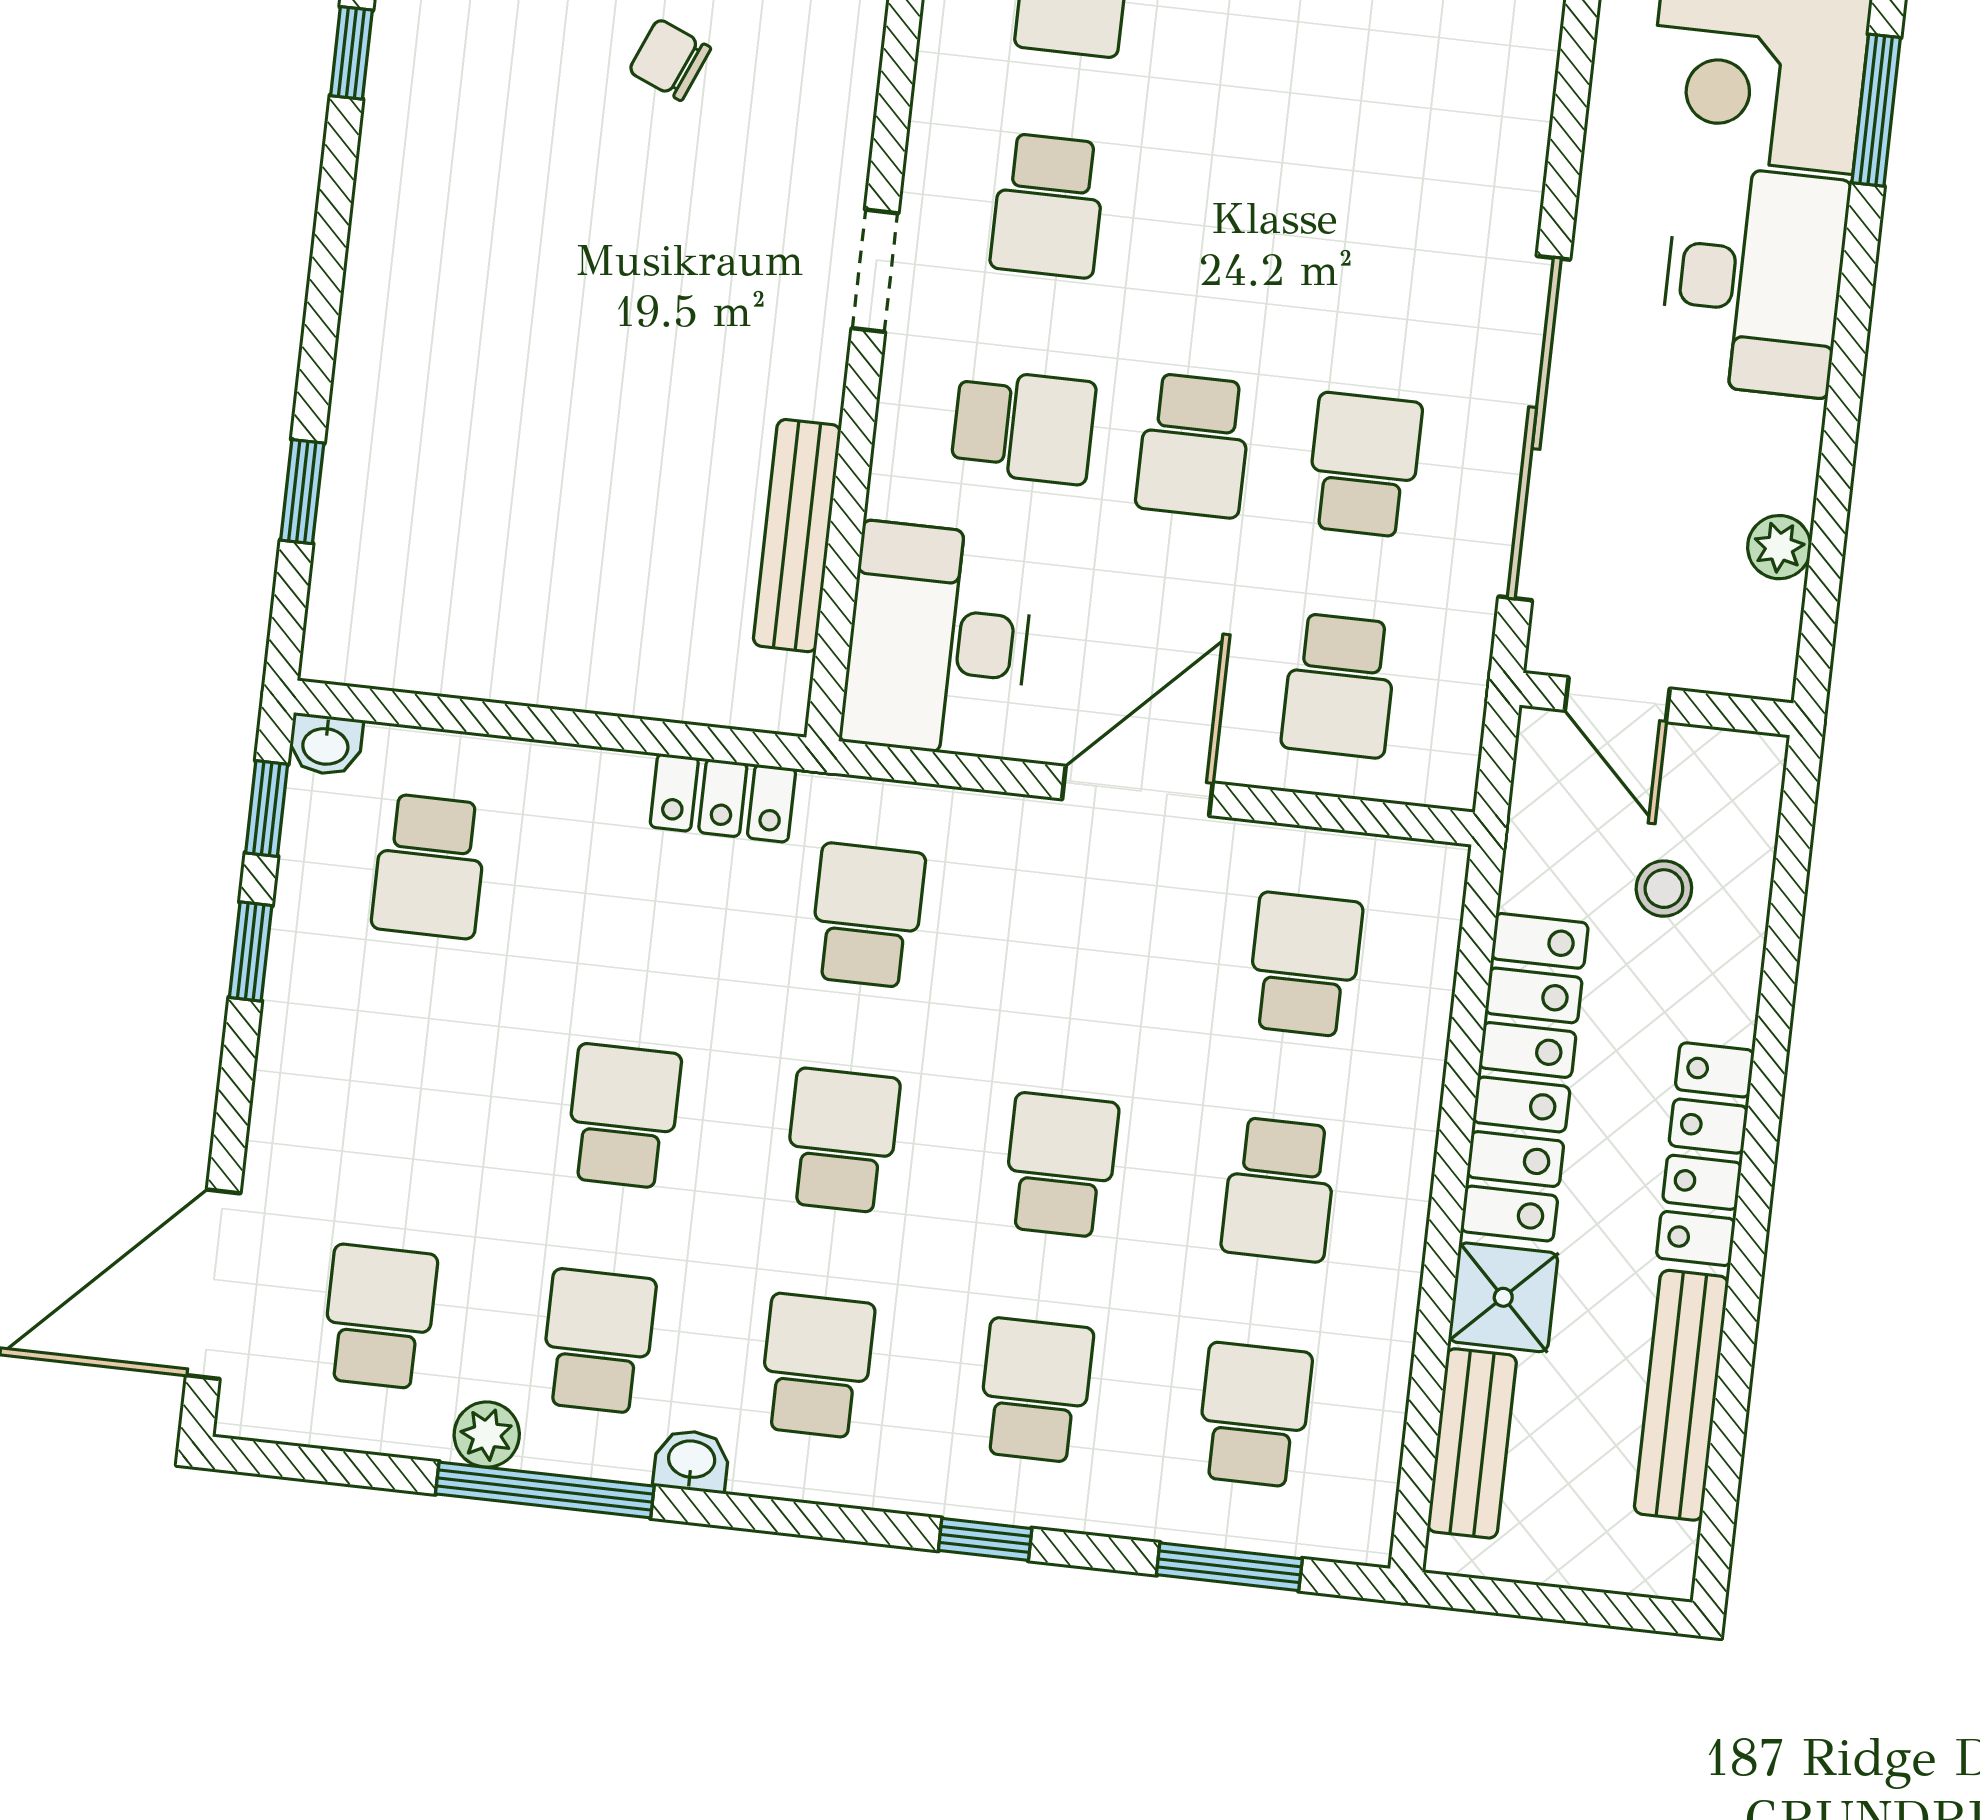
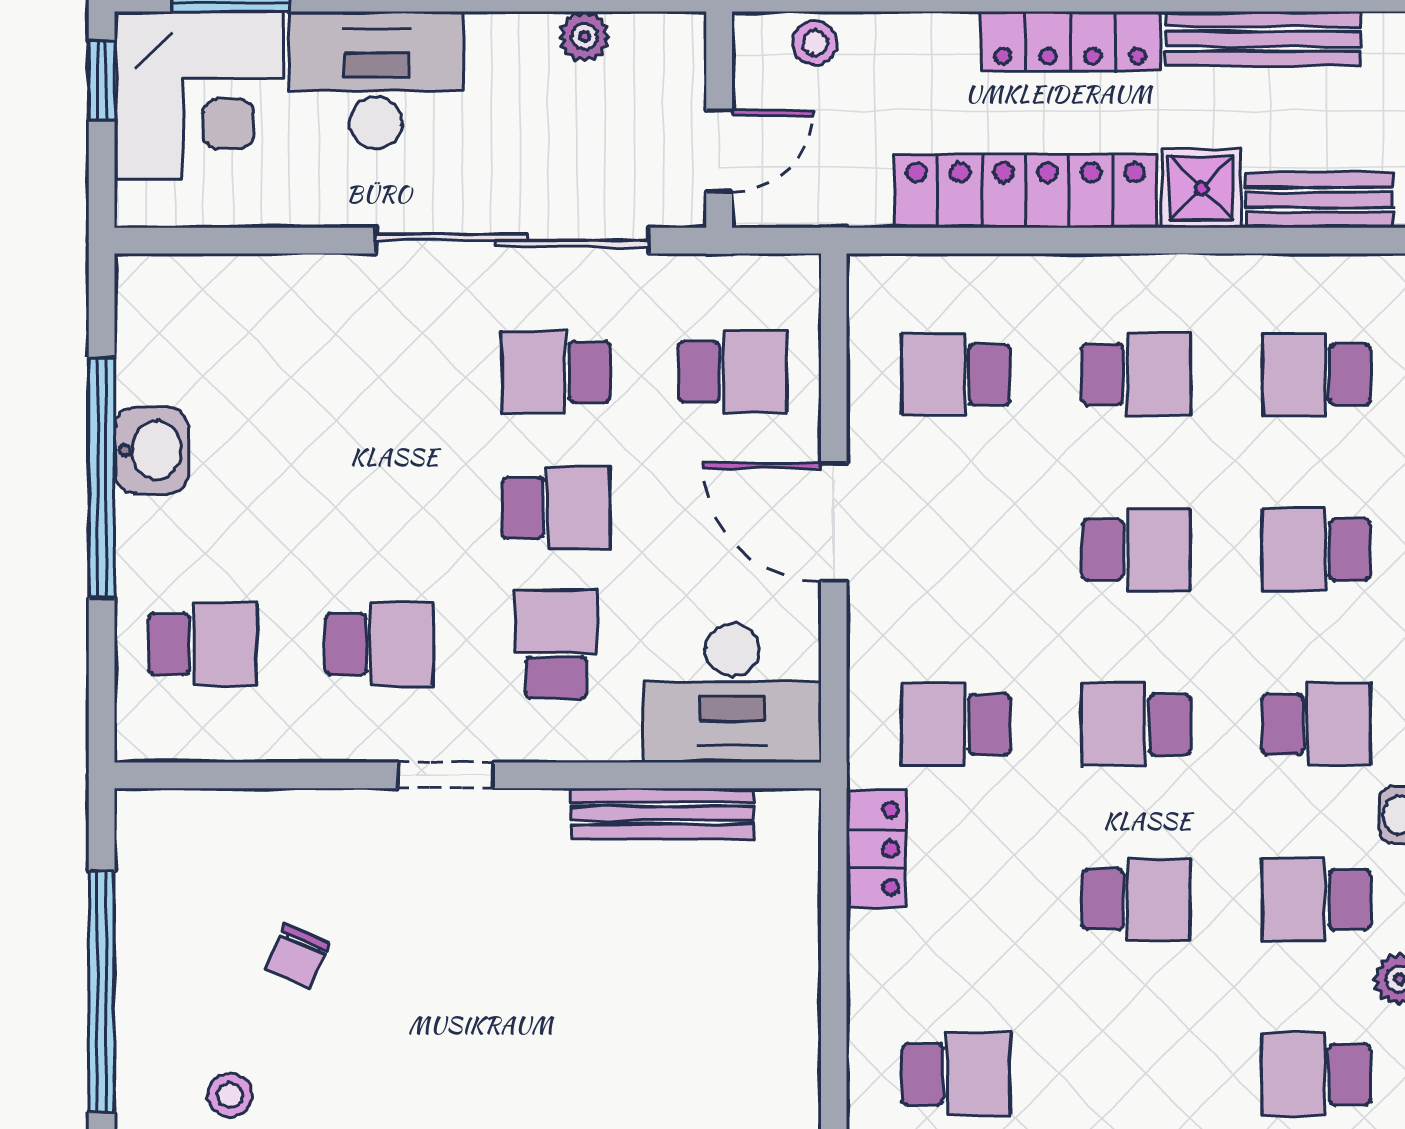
stool: (1664, 889) -> (815, 43), moved
school desk: (623, 1116) -> (1136, 899), turned 180
school desk: (1061, 1165) -> (1136, 549), turned 180
school desk: (817, 1366) -> (1316, 724), turned 180

